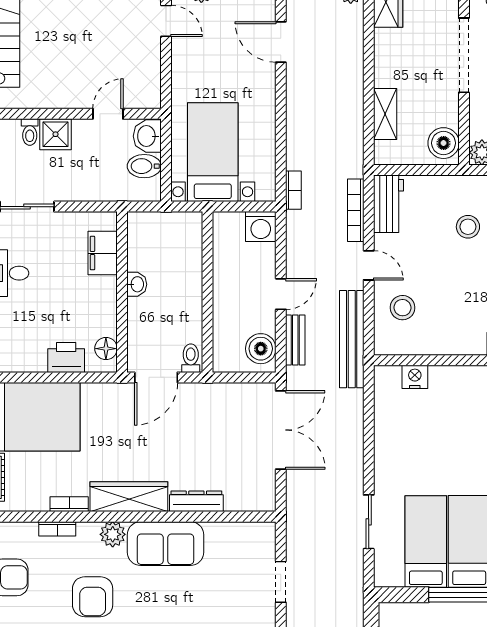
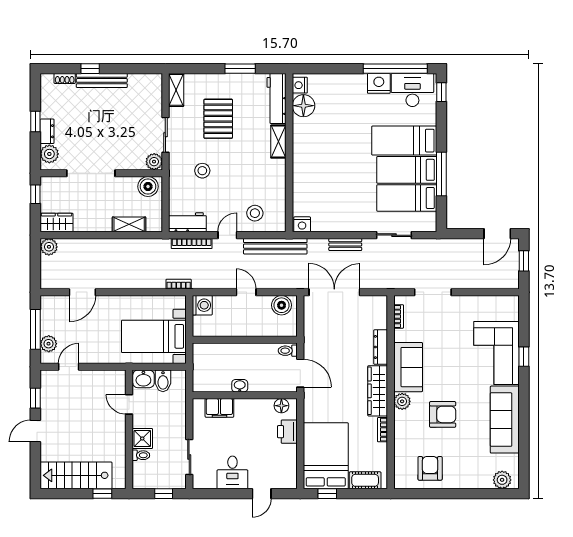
bench: (295, 340) -> (345, 245), moved
nightstand: (415, 377) -> (302, 224), moved, turned -90
bookcase: (57, 529) -> (399, 316), moved
doorway: (281, 582) -> (433, 292), width x1.38

